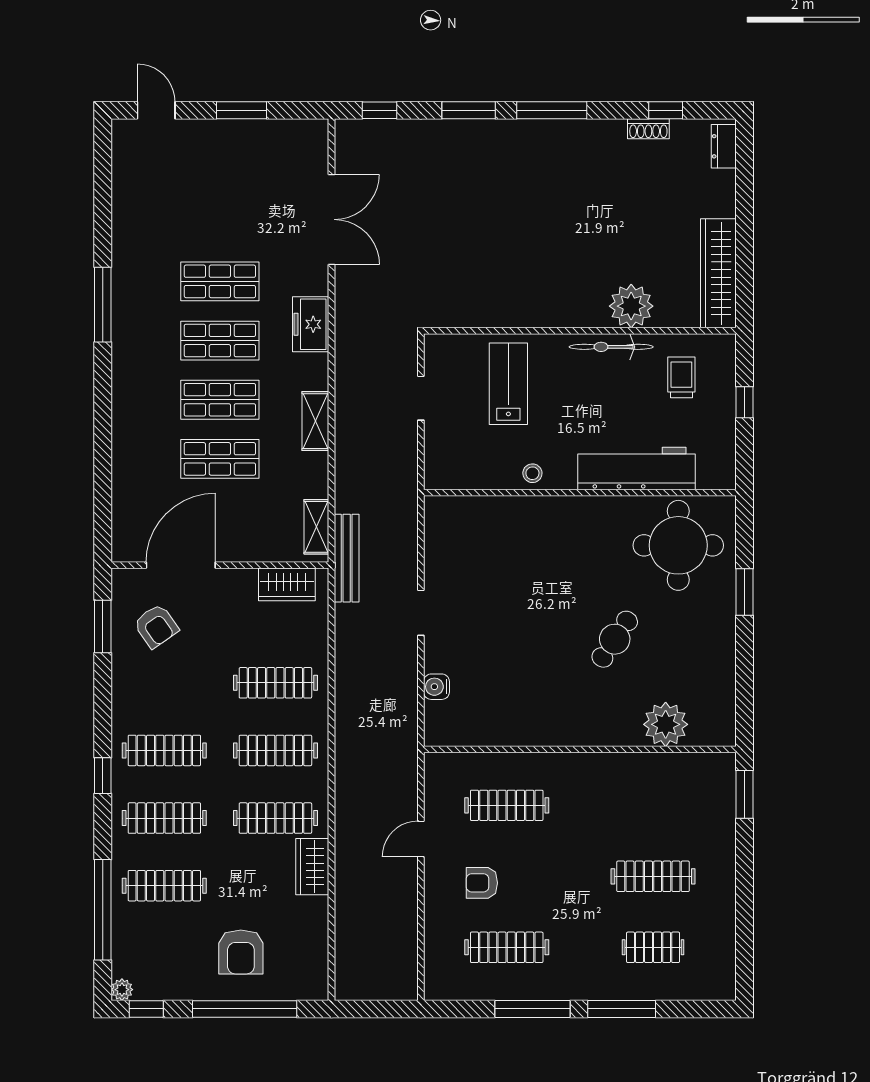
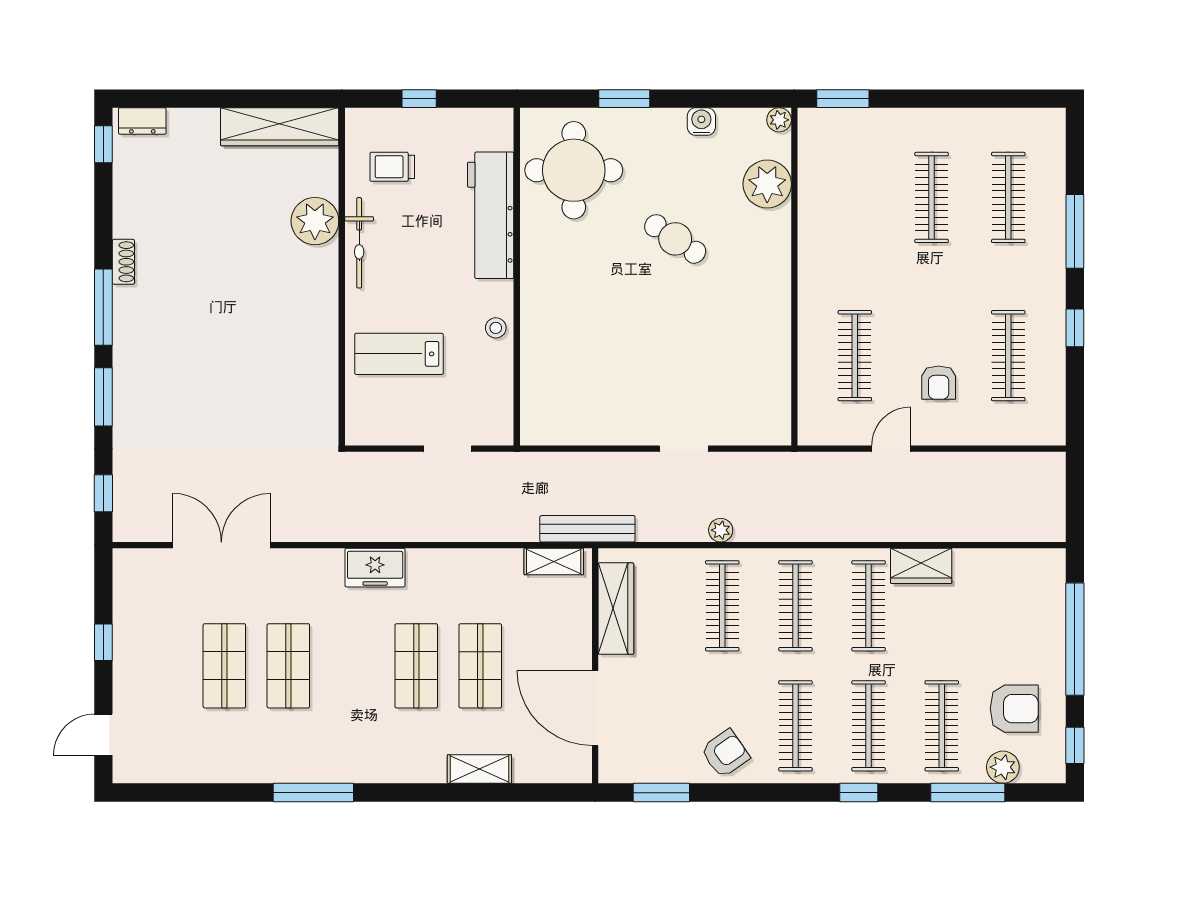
window: (242, 110) -> (103, 642), width x0.67
window: (666, 110) -> (103, 144), moved
shoe rack: (648, 129) -> (123, 262), moved
freezer: (311, 324) -> (375, 568), moved
shop shelf: (220, 341) -> (224, 666), moved
doorway: (421, 398) -> (448, 449), moved
shelving: (315, 421) -> (479, 769), moved
wardrobe: (287, 584) -> (616, 609), width x1.50
doorway: (421, 613) -> (684, 449), moved
armchair: (156, 626) -> (725, 753), moved
plant: (345, 681) -> (721, 530), added
water cooler: (436, 687) -> (701, 122), moved, turned 180
plant: (725, 735) -> (779, 120), added
window: (103, 776) -> (859, 793), moved
door: (421, 839) -> (891, 449), swing flipped
window: (103, 910) -> (968, 793), width x0.68
clothes rail: (653, 947) -> (1008, 197), width x1.36
armchair: (241, 952) -> (1014, 709), moved
plant: (122, 990) -> (1003, 767), moved, width x1.38, depth x1.38
window: (533, 1009) -> (1075, 328), width x0.46

